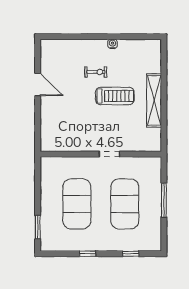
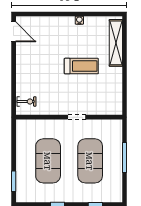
exercise bike: (96, 72) -> (26, 101), moved
door: (38, 84) -> (14, 32), moved
shelving: (154, 100) -> (116, 43), moved

